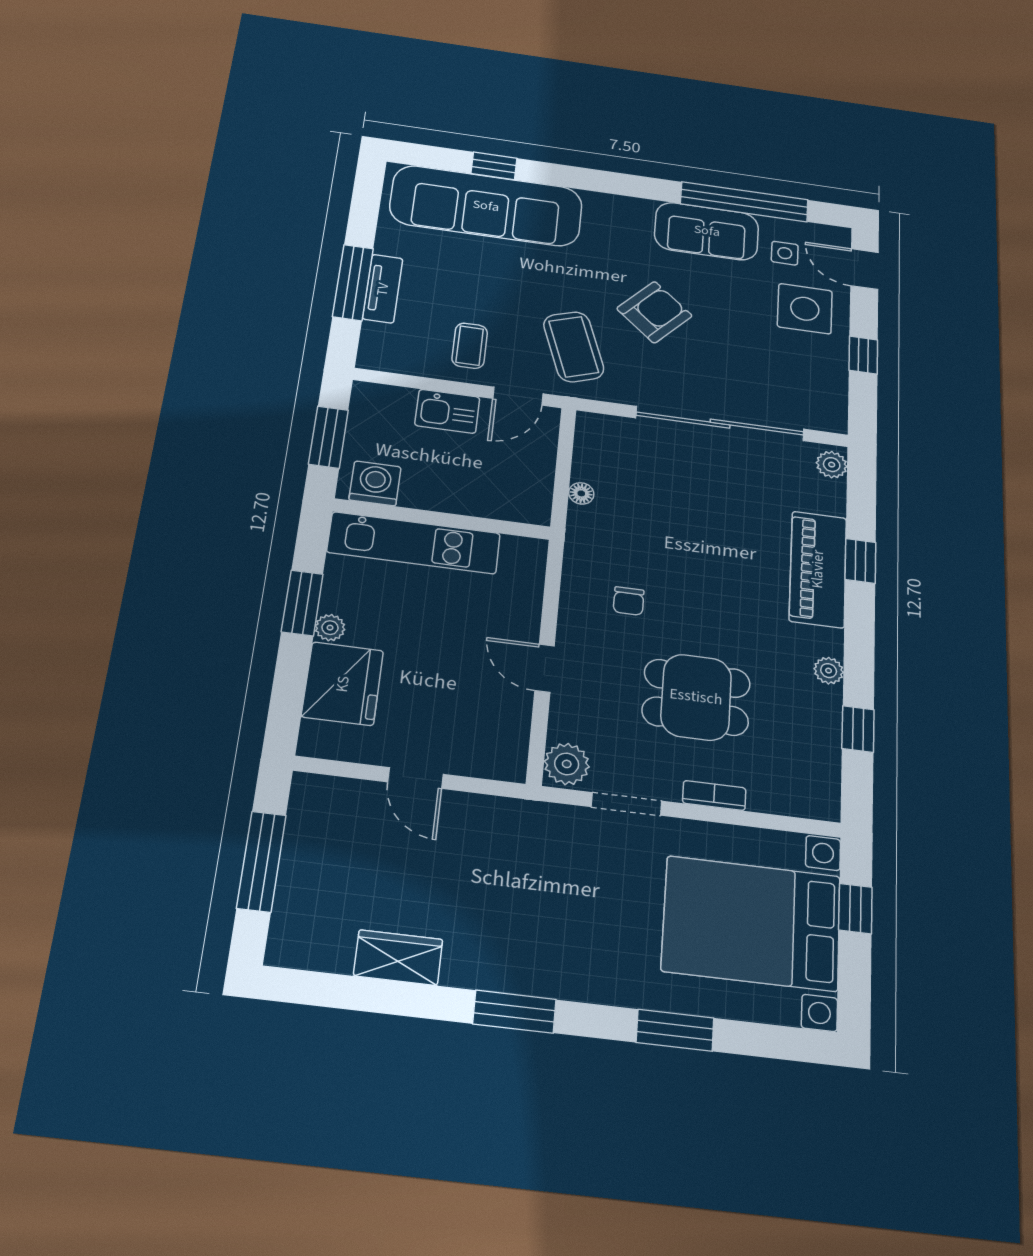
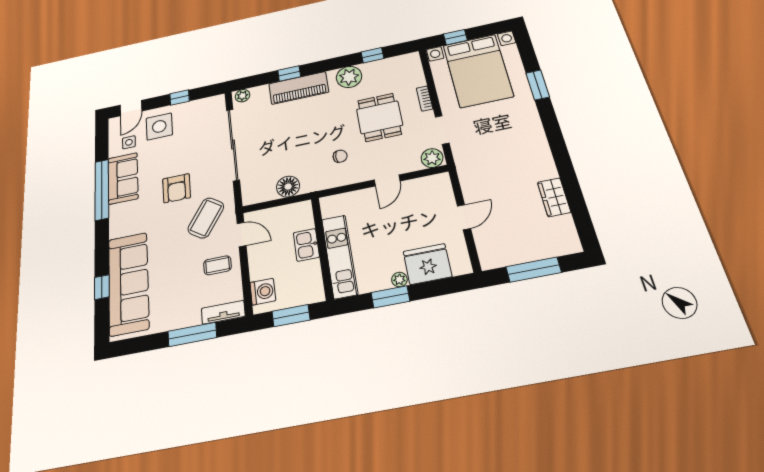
window: (744, 202) -> (102, 190), moved
tv unit: (383, 289) -> (223, 312), moved
armchair: (654, 312) -> (177, 188), turned -132
coffee table: (574, 347) -> (206, 218), turned -37
kitchen sink: (447, 411) -> (306, 245), moved, turned 180
washing machine: (375, 483) -> (263, 292), moved, turned 180
floor lamp: (581, 493) -> (288, 187), width x1.89, depth x1.89
plant: (829, 671) -> (349, 77), width x1.88, depth x1.88
window: (514, 1012) -> (557, 145), removed

